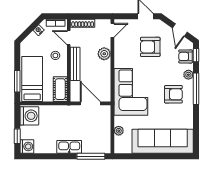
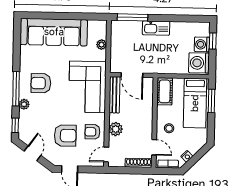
armchair: (186, 56) -> (92, 132), moved, turned 180
bench: (75, 64) -> (114, 95), moved
washing machine: (27, 146) -> (202, 44), moved

